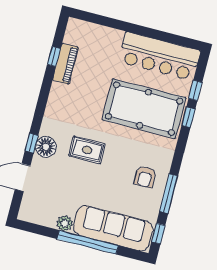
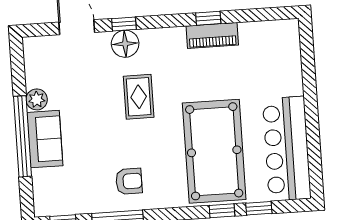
window: (54, 56) -> (208, 18), moved
piano: (66, 64) -> (212, 35), moved
armchair: (145, 177) -> (129, 181), turned 180
sofa: (113, 228) -> (45, 139), width x0.54, depth x0.79

